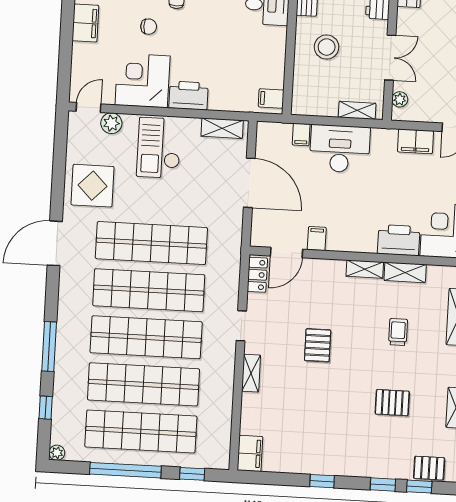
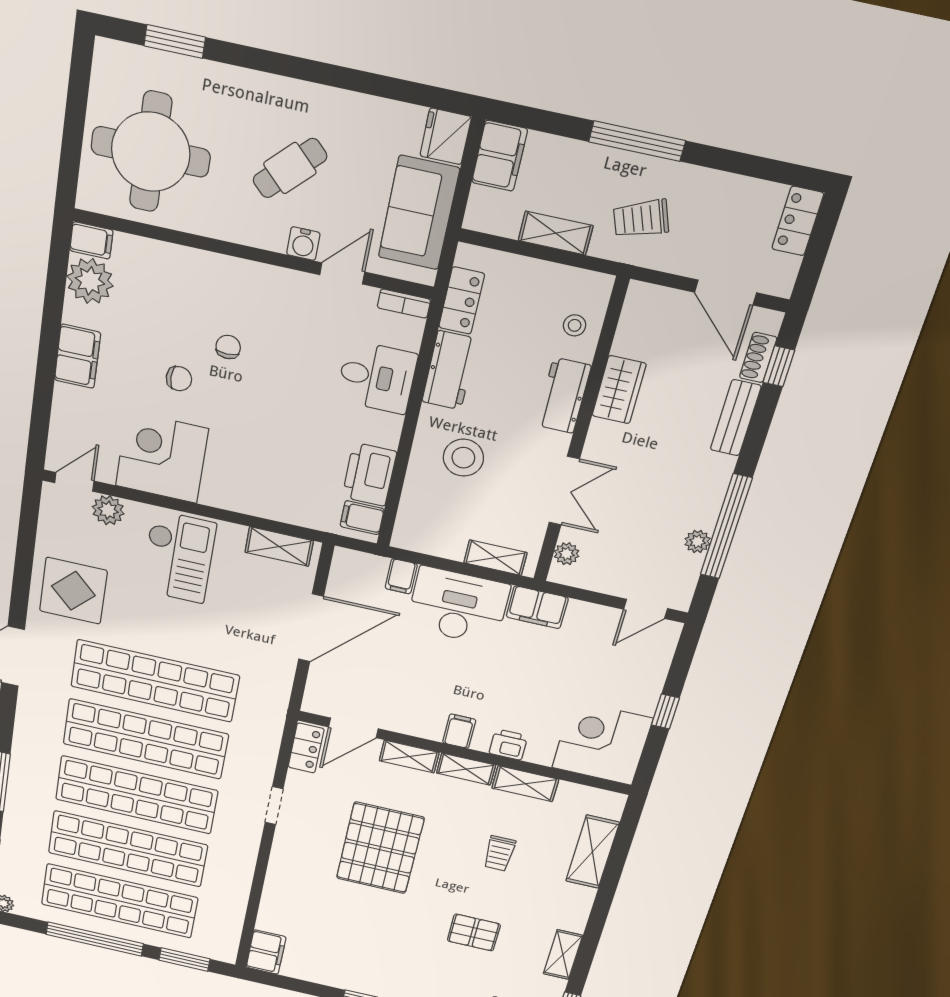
printer: (188, 95) -> (369, 474), moved, turned -90
filing cabinet: (415, 141) -> (537, 607), moved
checkout: (159, 148) -> (178, 557), turned 180
door: (249, 183) -> (311, 628), hinge flipped
filing cabinet: (317, 239) -> (459, 731), moved
printer: (399, 240) -> (508, 745), width x0.53, depth x0.68
trolley: (398, 332) -> (499, 853), turned 180
pallet: (318, 345) -> (380, 848), width x2.05, depth x2.00
shelving: (251, 373) -> (409, 757), moved, turned 90
window: (192, 474) -> (184, 960), width x1.50

